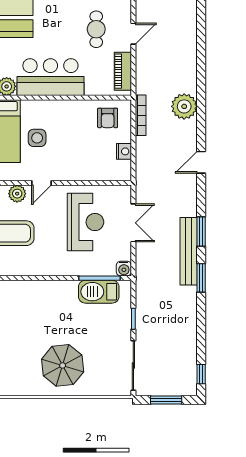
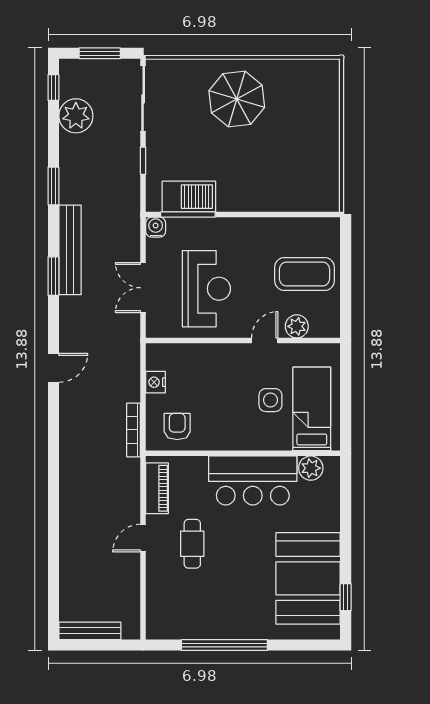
plant: (184, 106) -> (76, 116), moved
reception desk: (85, 222) -> (206, 289), turned 180
window: (201, 278) -> (53, 186), moved

